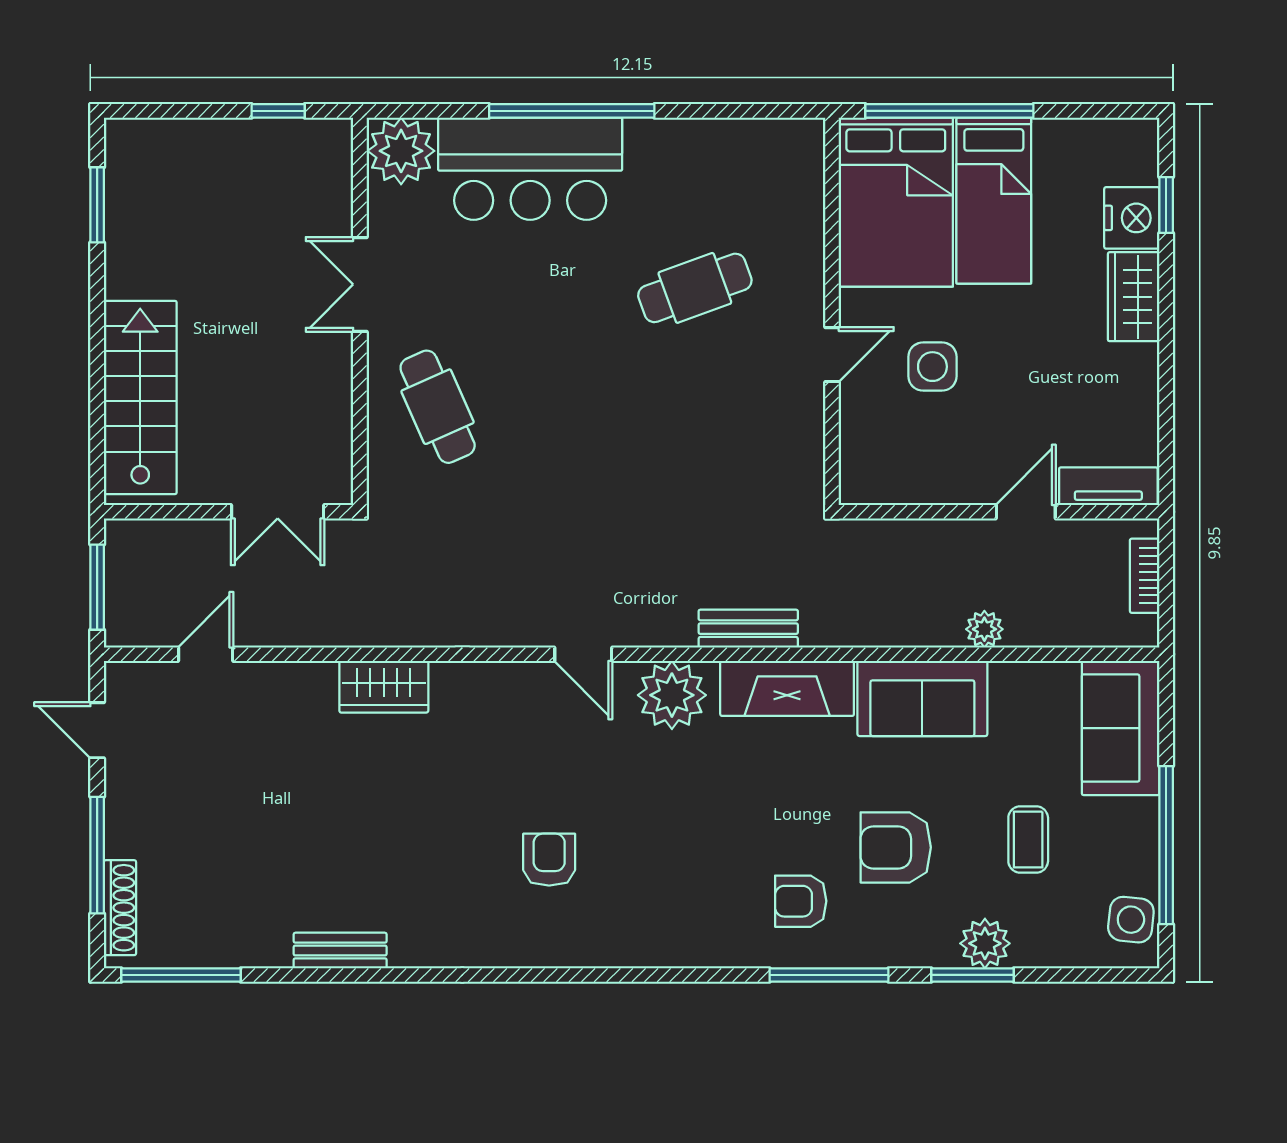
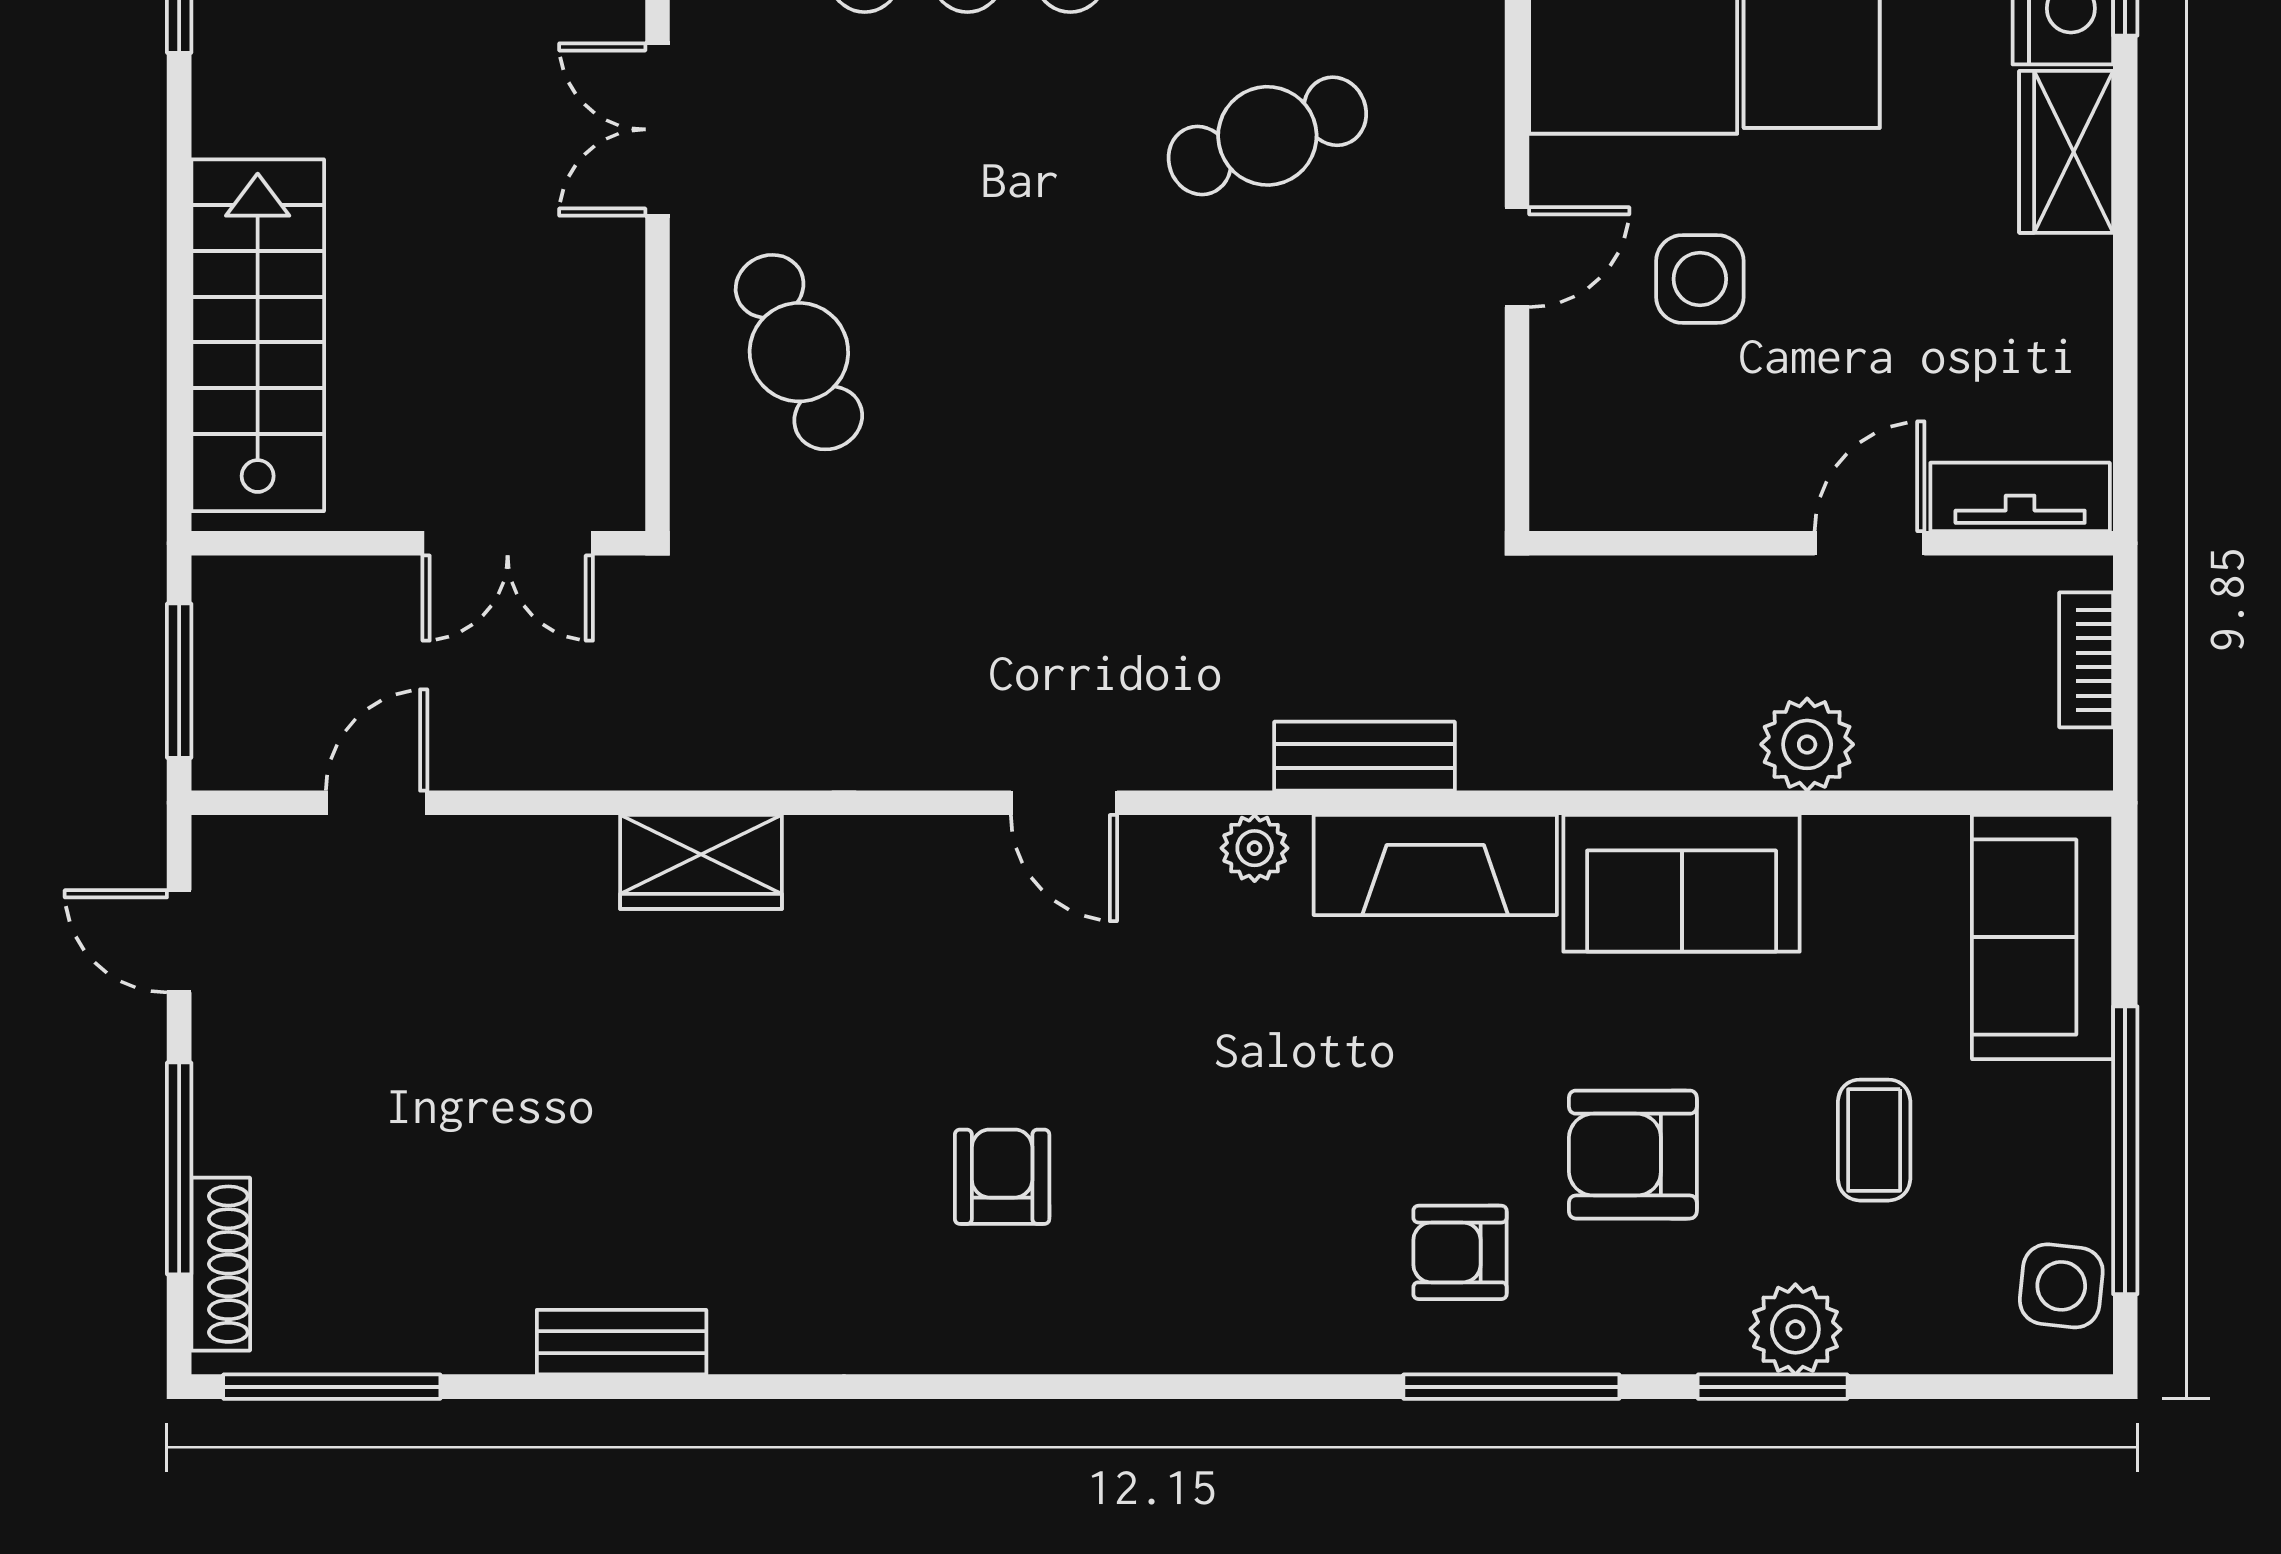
plant: (984, 629) -> (1807, 744), width x1.38, depth x1.38
plant: (672, 695) -> (1255, 848), width x0.53, depth x0.53

